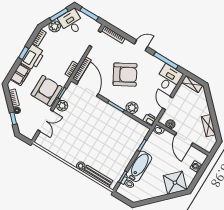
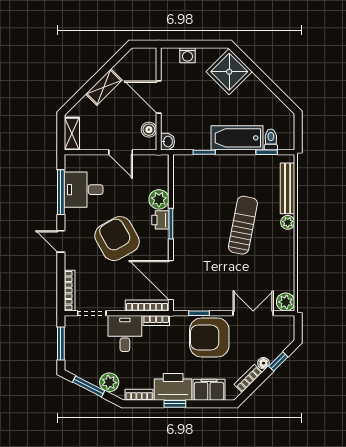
desk: (71, 22) -> (125, 333), moved, turned 153
desk: (169, 78) -> (84, 190), moved
door: (87, 89) -> (171, 280), hinge flipped
door: (168, 103) -> (121, 152), hinge flipped
plant: (62, 106) -> (286, 302), moved
printer: (150, 120) -> (160, 220), moved
shelving: (208, 126) -> (104, 87), moved
door: (184, 139) -> (159, 97), swing flipped
sun lounger: (93, 142) -> (243, 225), added

